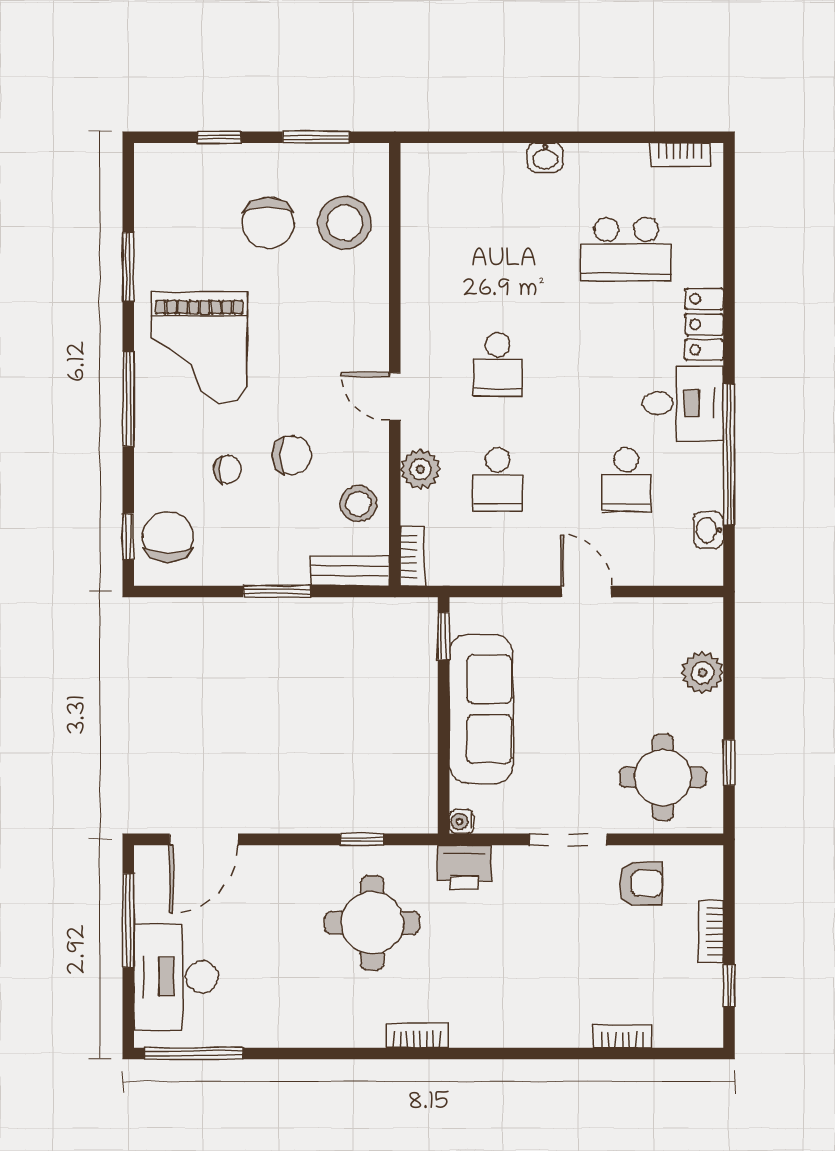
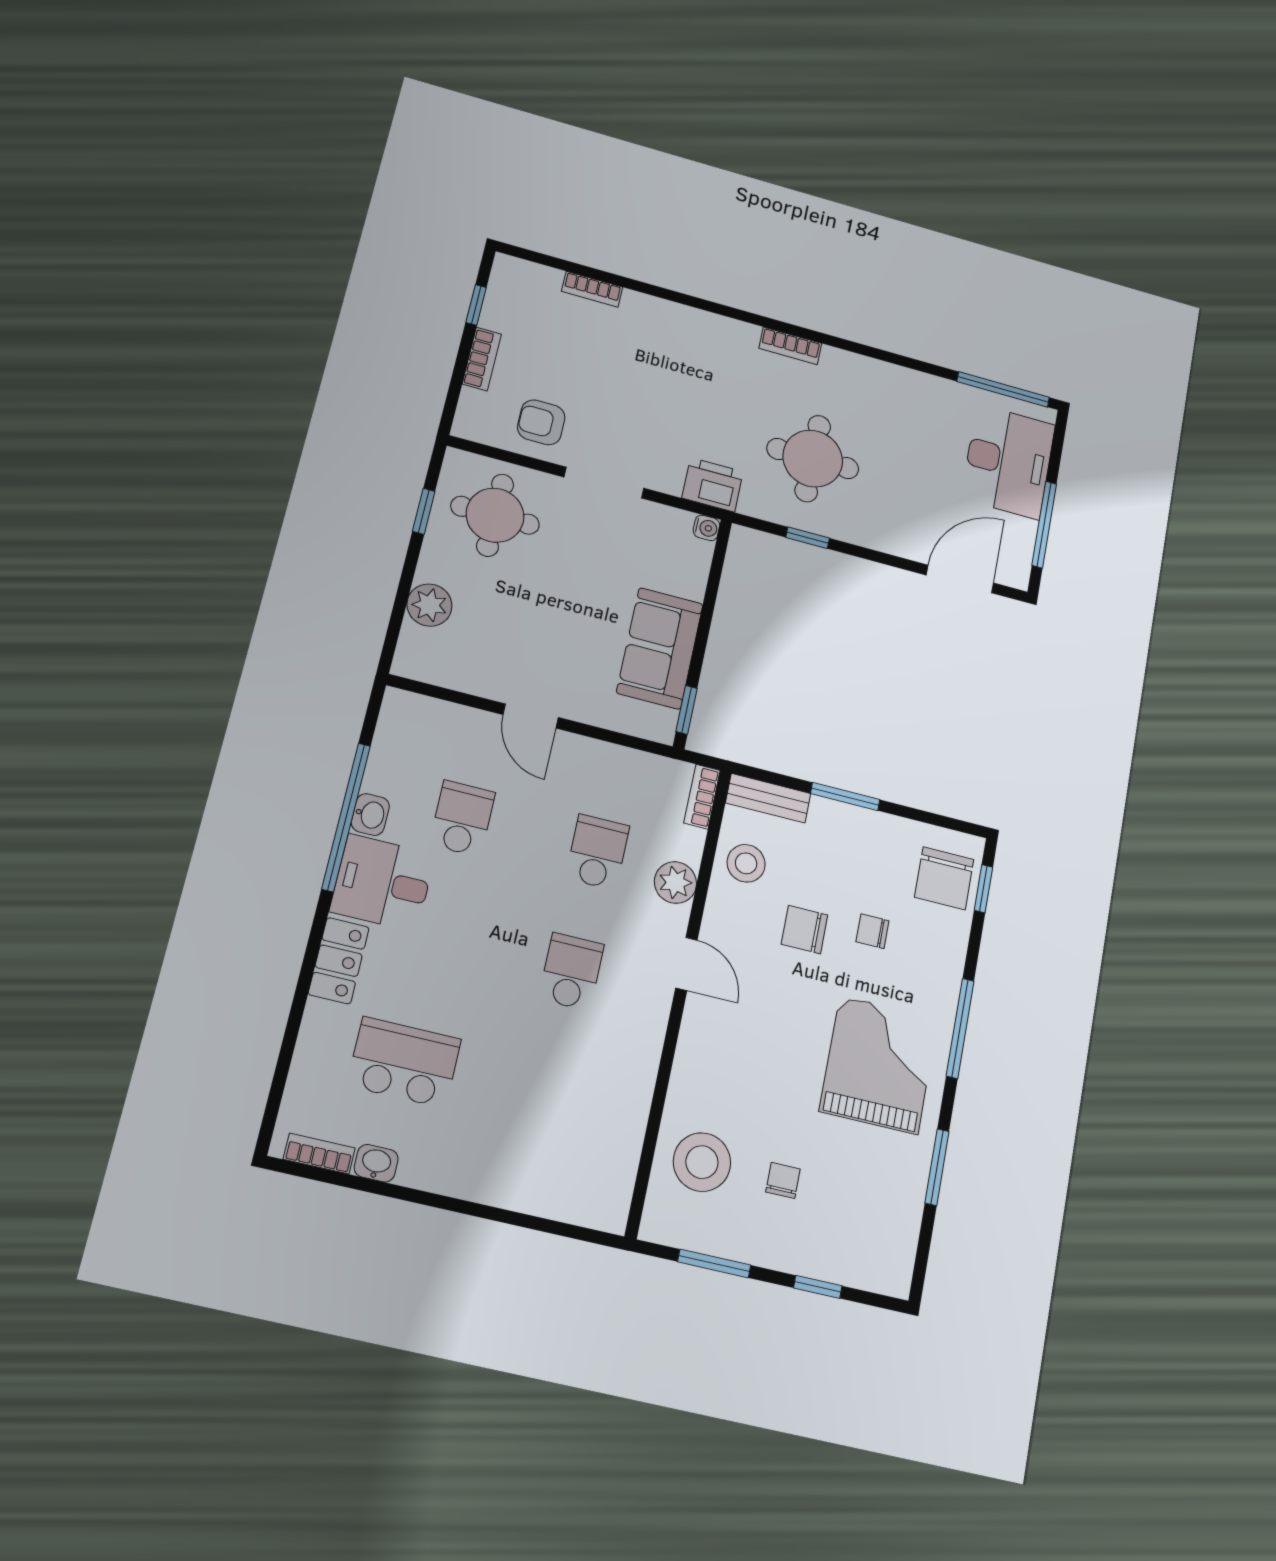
washbasin: (545, 157) -> (376, 1163), moved
chair: (268, 223) -> (783, 1180), width x0.54, depth x0.54
washbasin: (708, 530) -> (370, 815), moved
sofa: (481, 709) -> (660, 648), width x0.73

